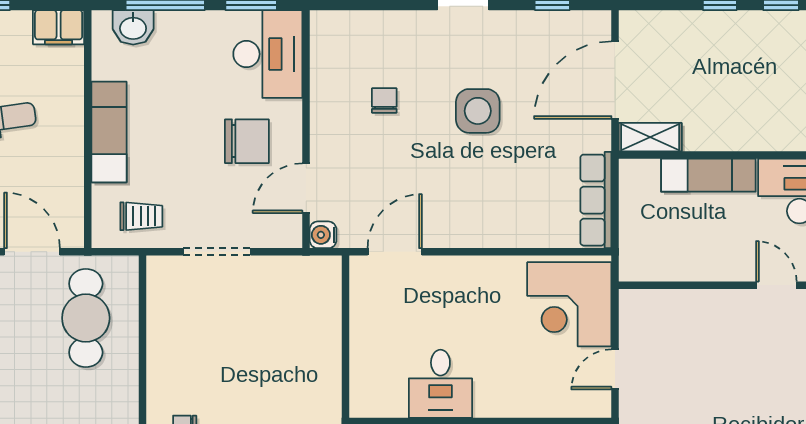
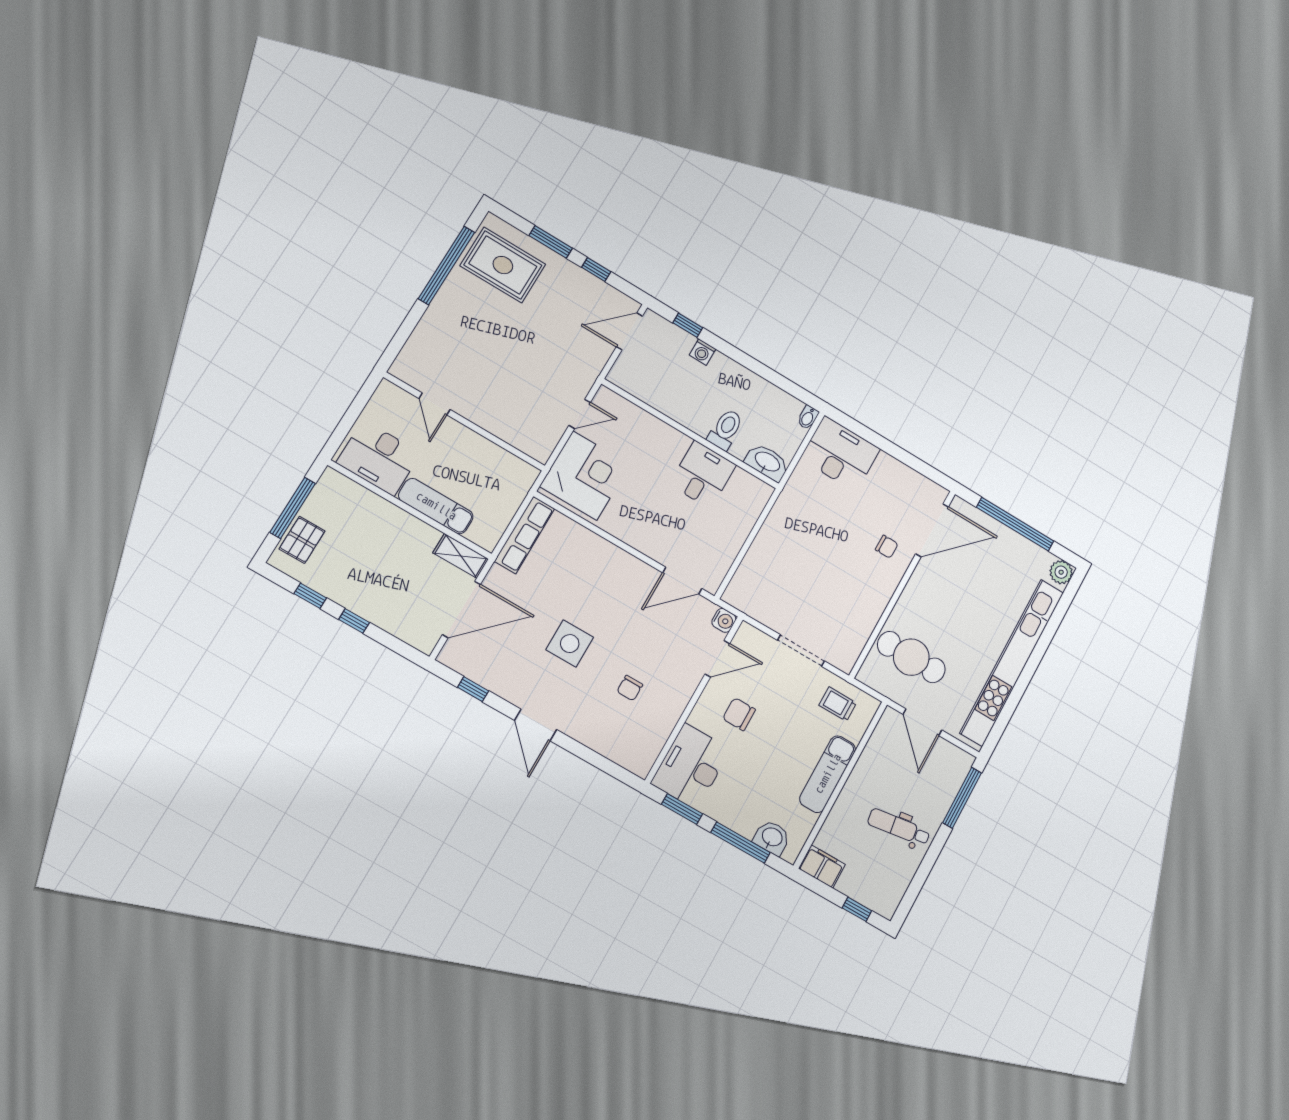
chair: (247, 141) -> (739, 714), width x0.73, depth x0.73
cafe table: (86, 318) -> (911, 657), turned 90

